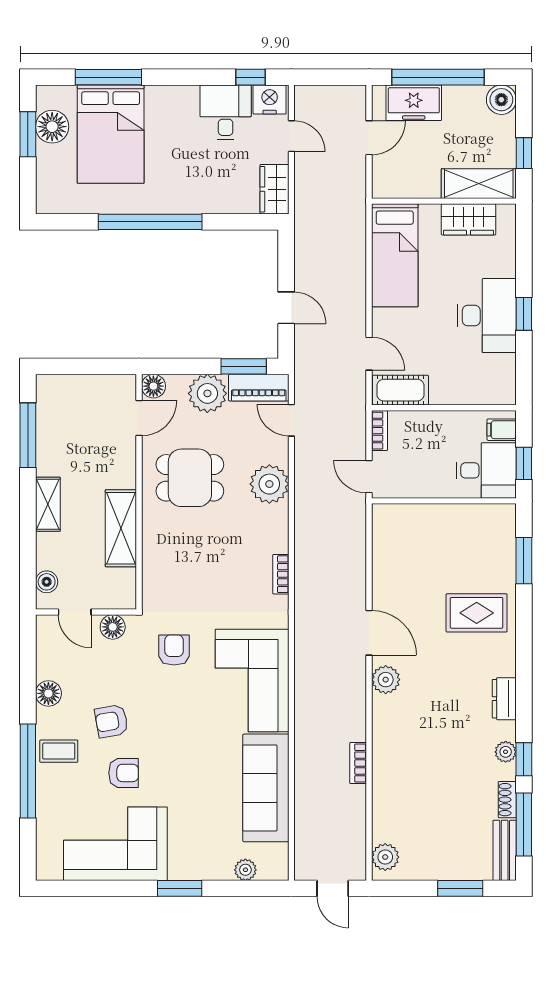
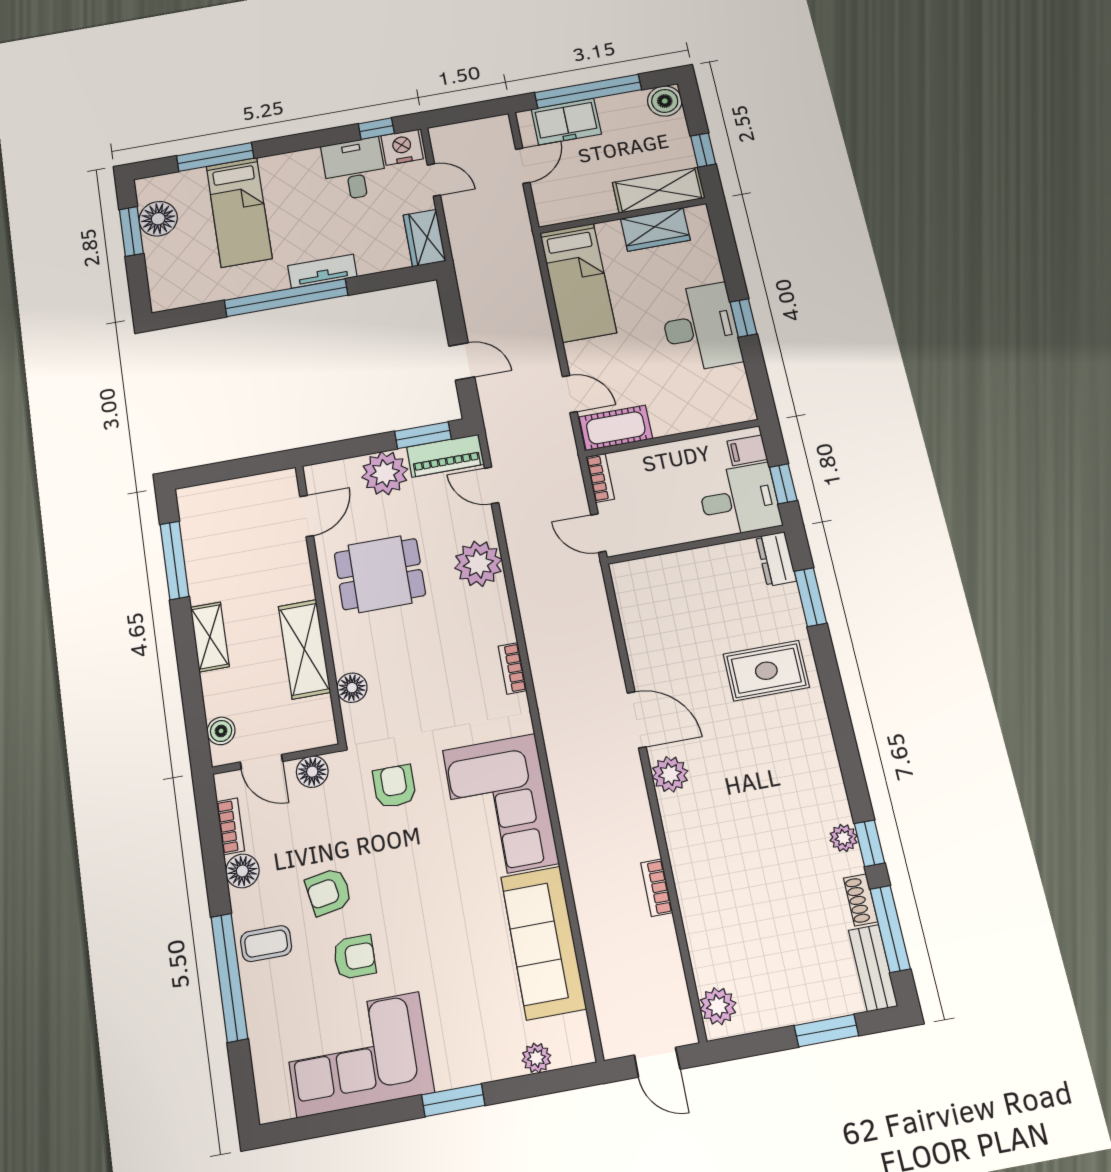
bed: (111, 134) -> (239, 212), width x0.67
tv unit: (184, 203) -> (322, 271), added
floor lamp: (153, 386) -> (352, 688), moved
bookcase: (44, 658) -> (230, 826), added
dresser: (504, 699) -> (776, 559), moved

